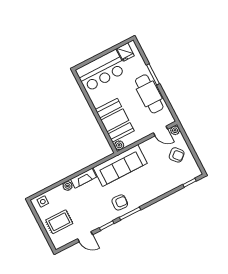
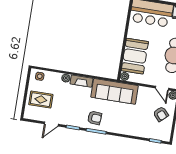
door: (85, 237) -> (51, 124), hinge flipped

